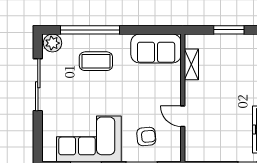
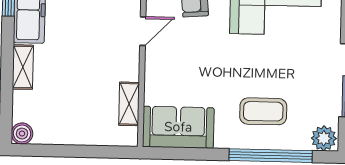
window: (229, 30) -> (75, 151), removed
door: (183, 116) -> (143, 31), hinge flipped

